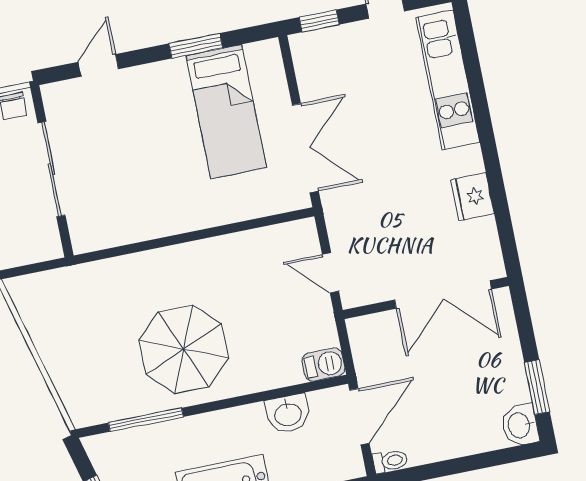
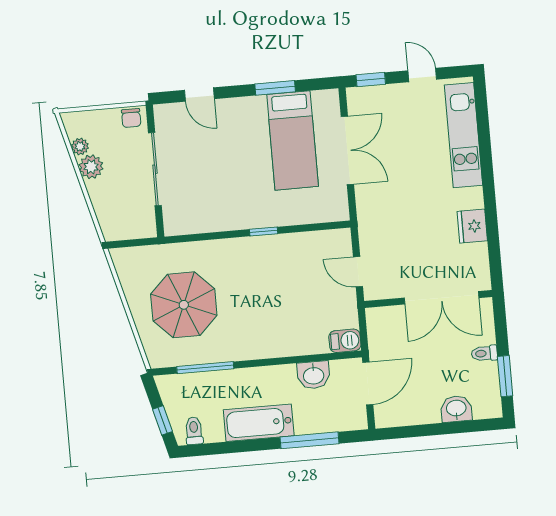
door: (98, 65) -> (199, 94), swing flipped
double door: (305, 148) -> (347, 150), moved
window: (202, 234) -> (264, 232), added
parasol: (184, 349) -> (184, 305), moved
washbasin: (520, 425) -> (456, 409), moved, turned 90
toilet: (390, 461) -> (484, 353), moved, turned 180

